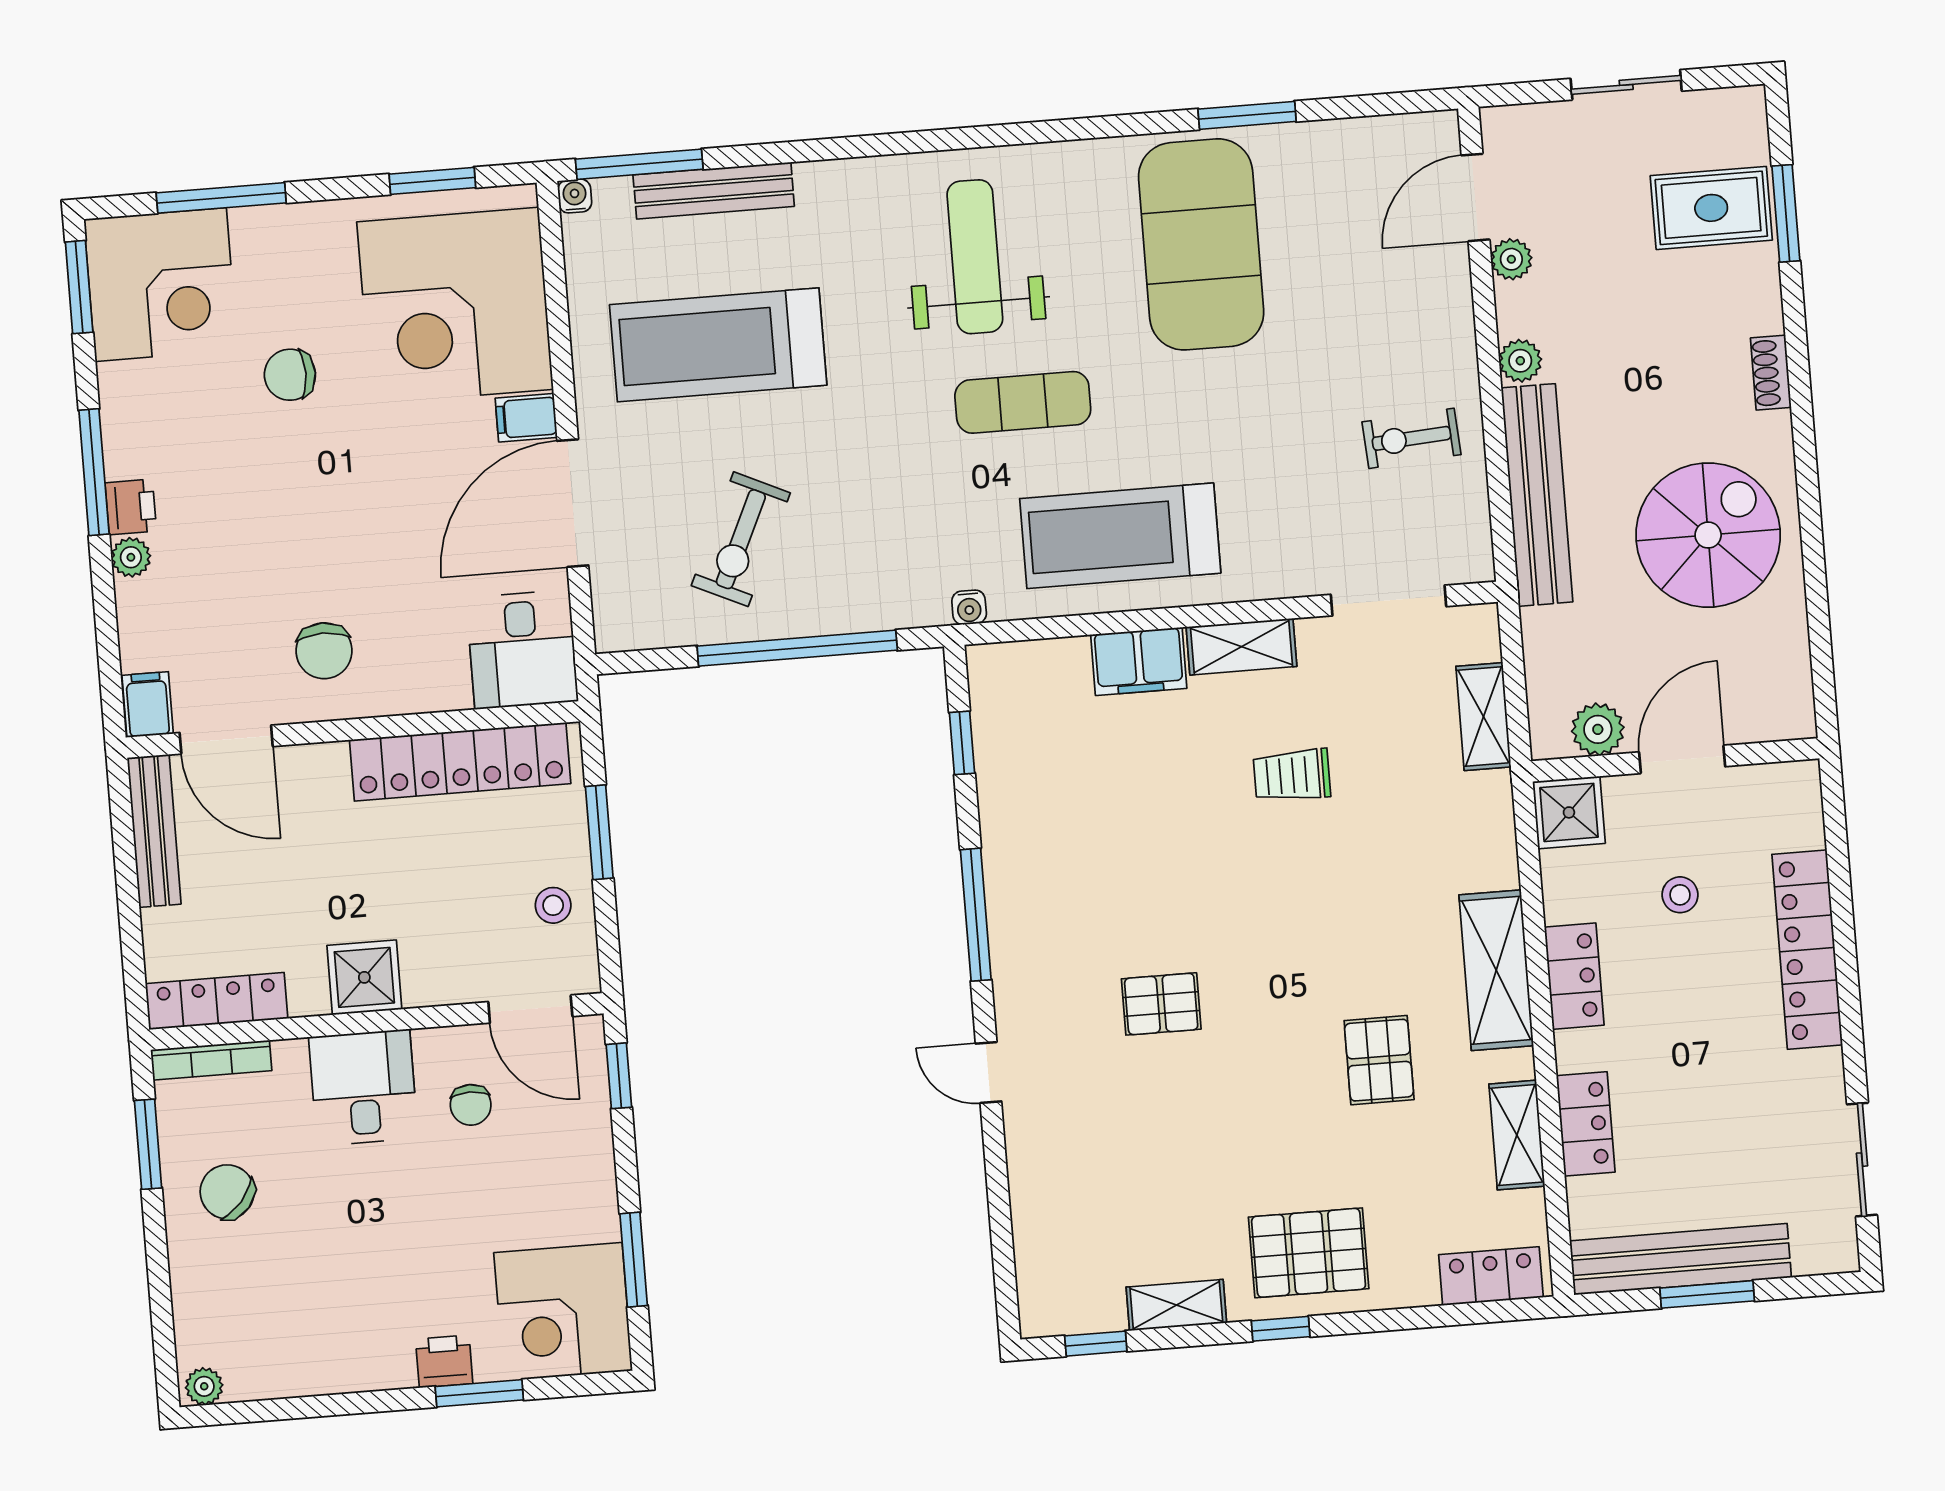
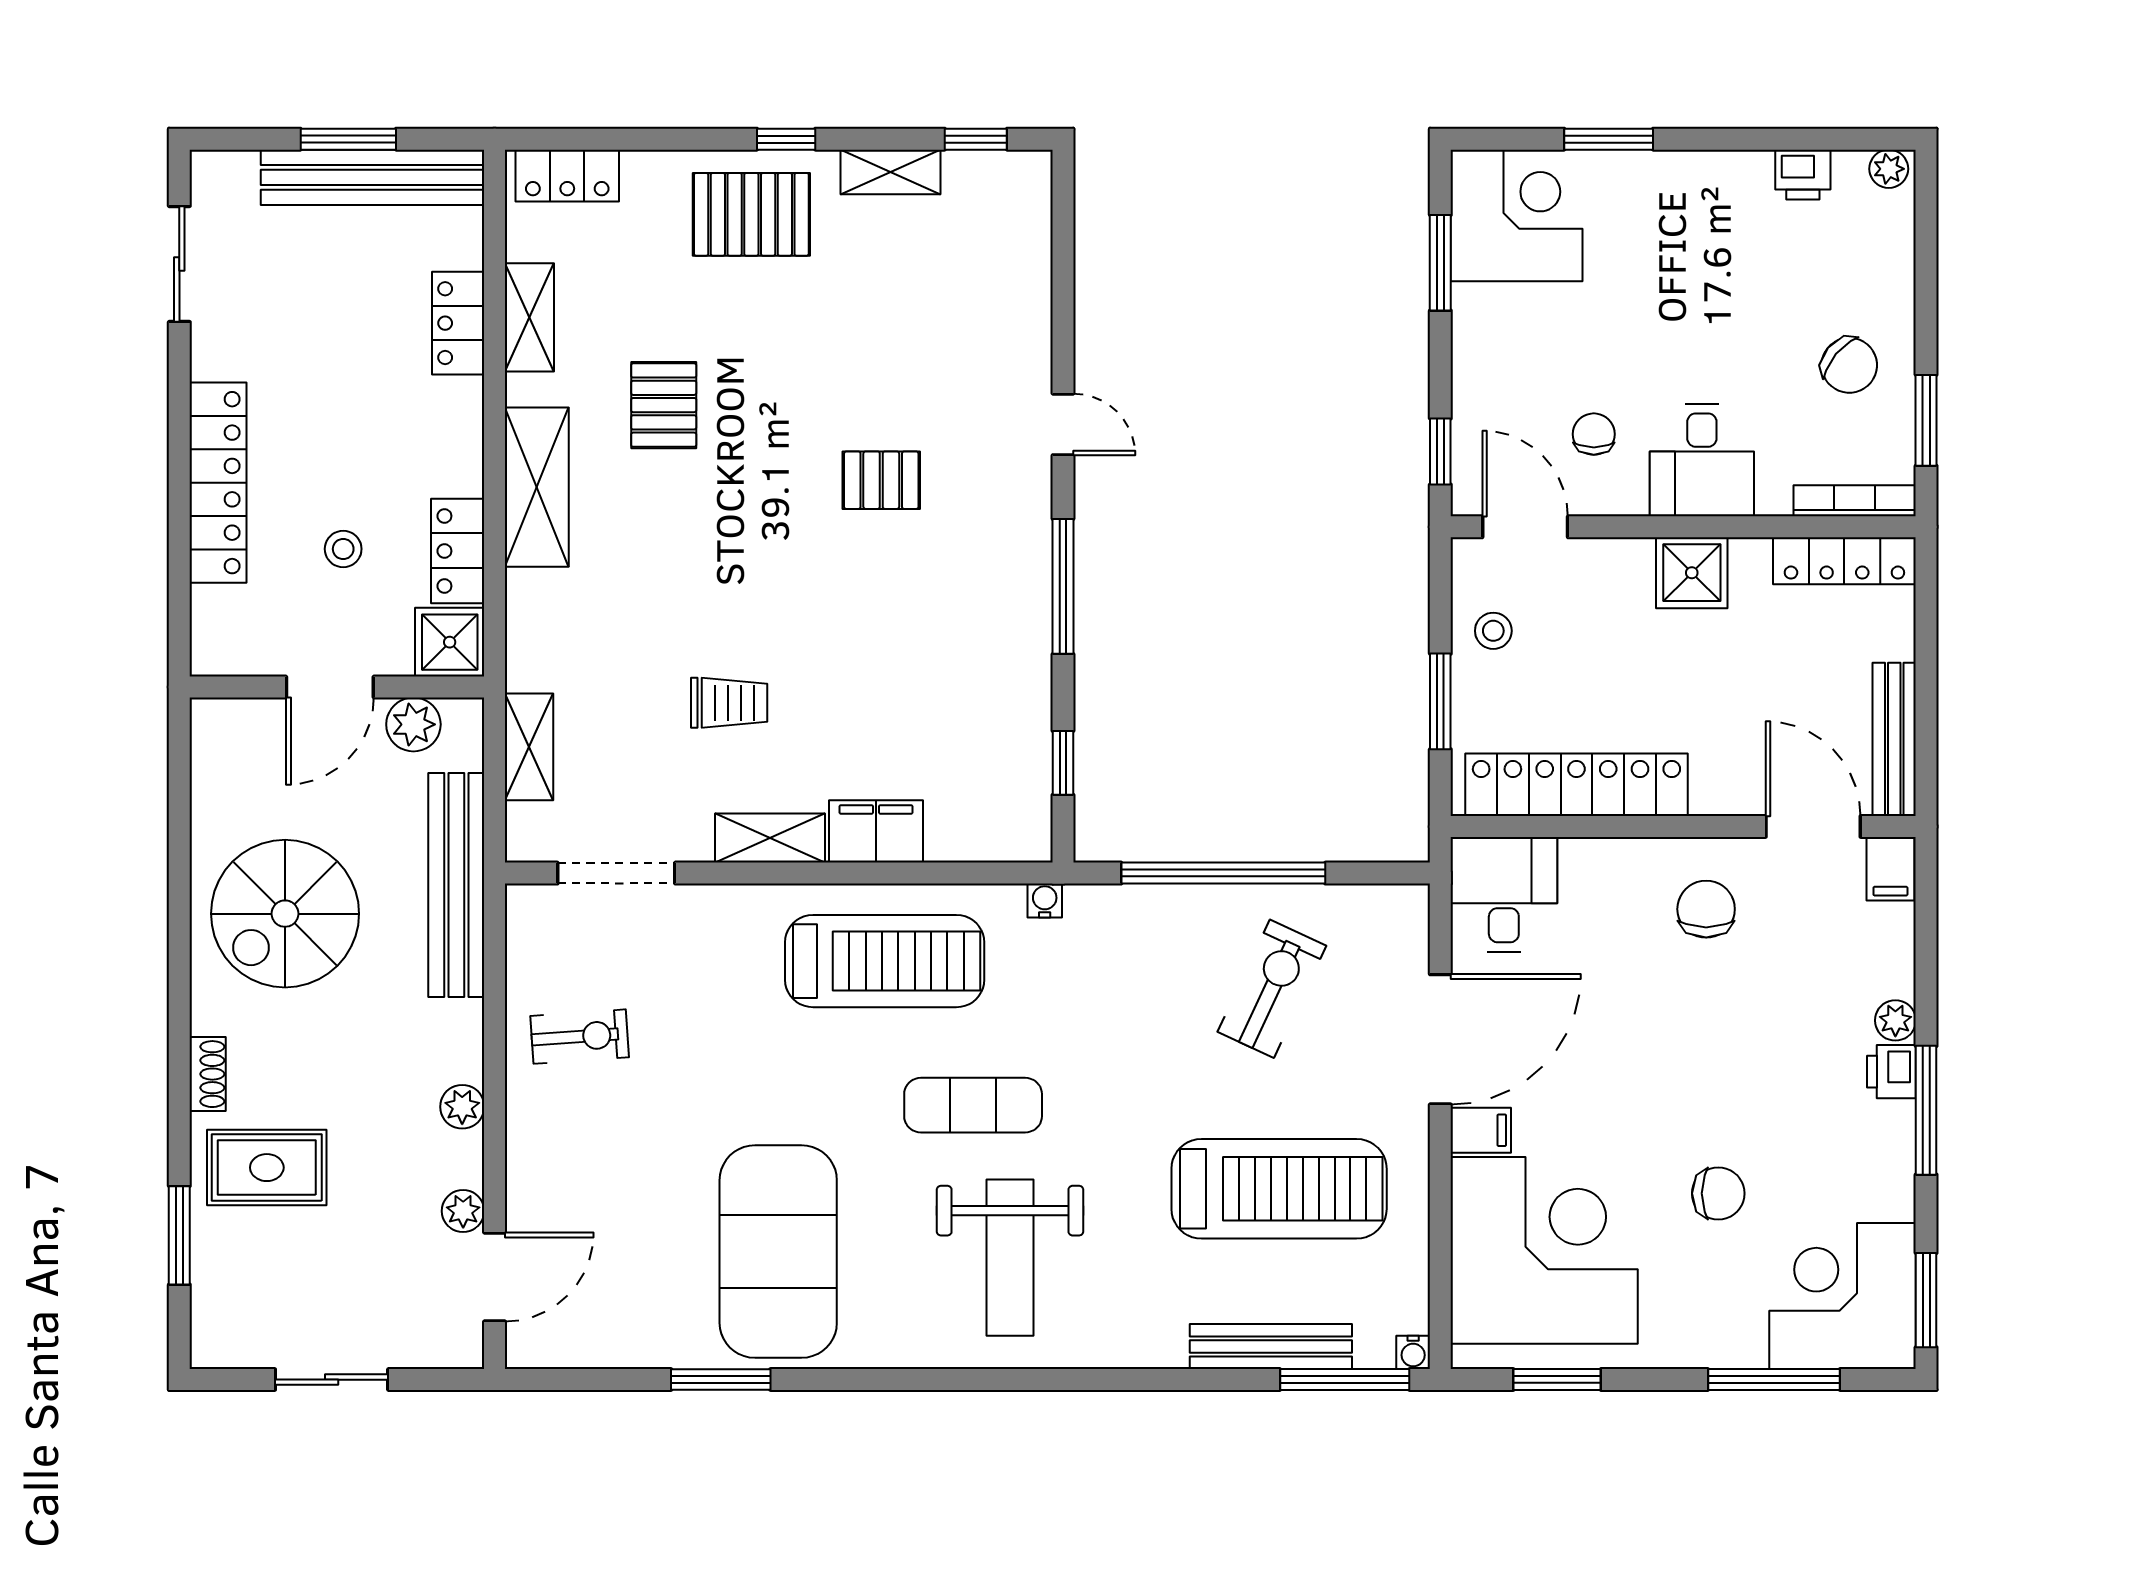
rug: (1711, 208) -> (267, 1168), moved
bench: (1537, 495) -> (456, 885), moved
locker: (1574, 976) -> (458, 551), moved
printer: (444, 1361) -> (1803, 175), moved

